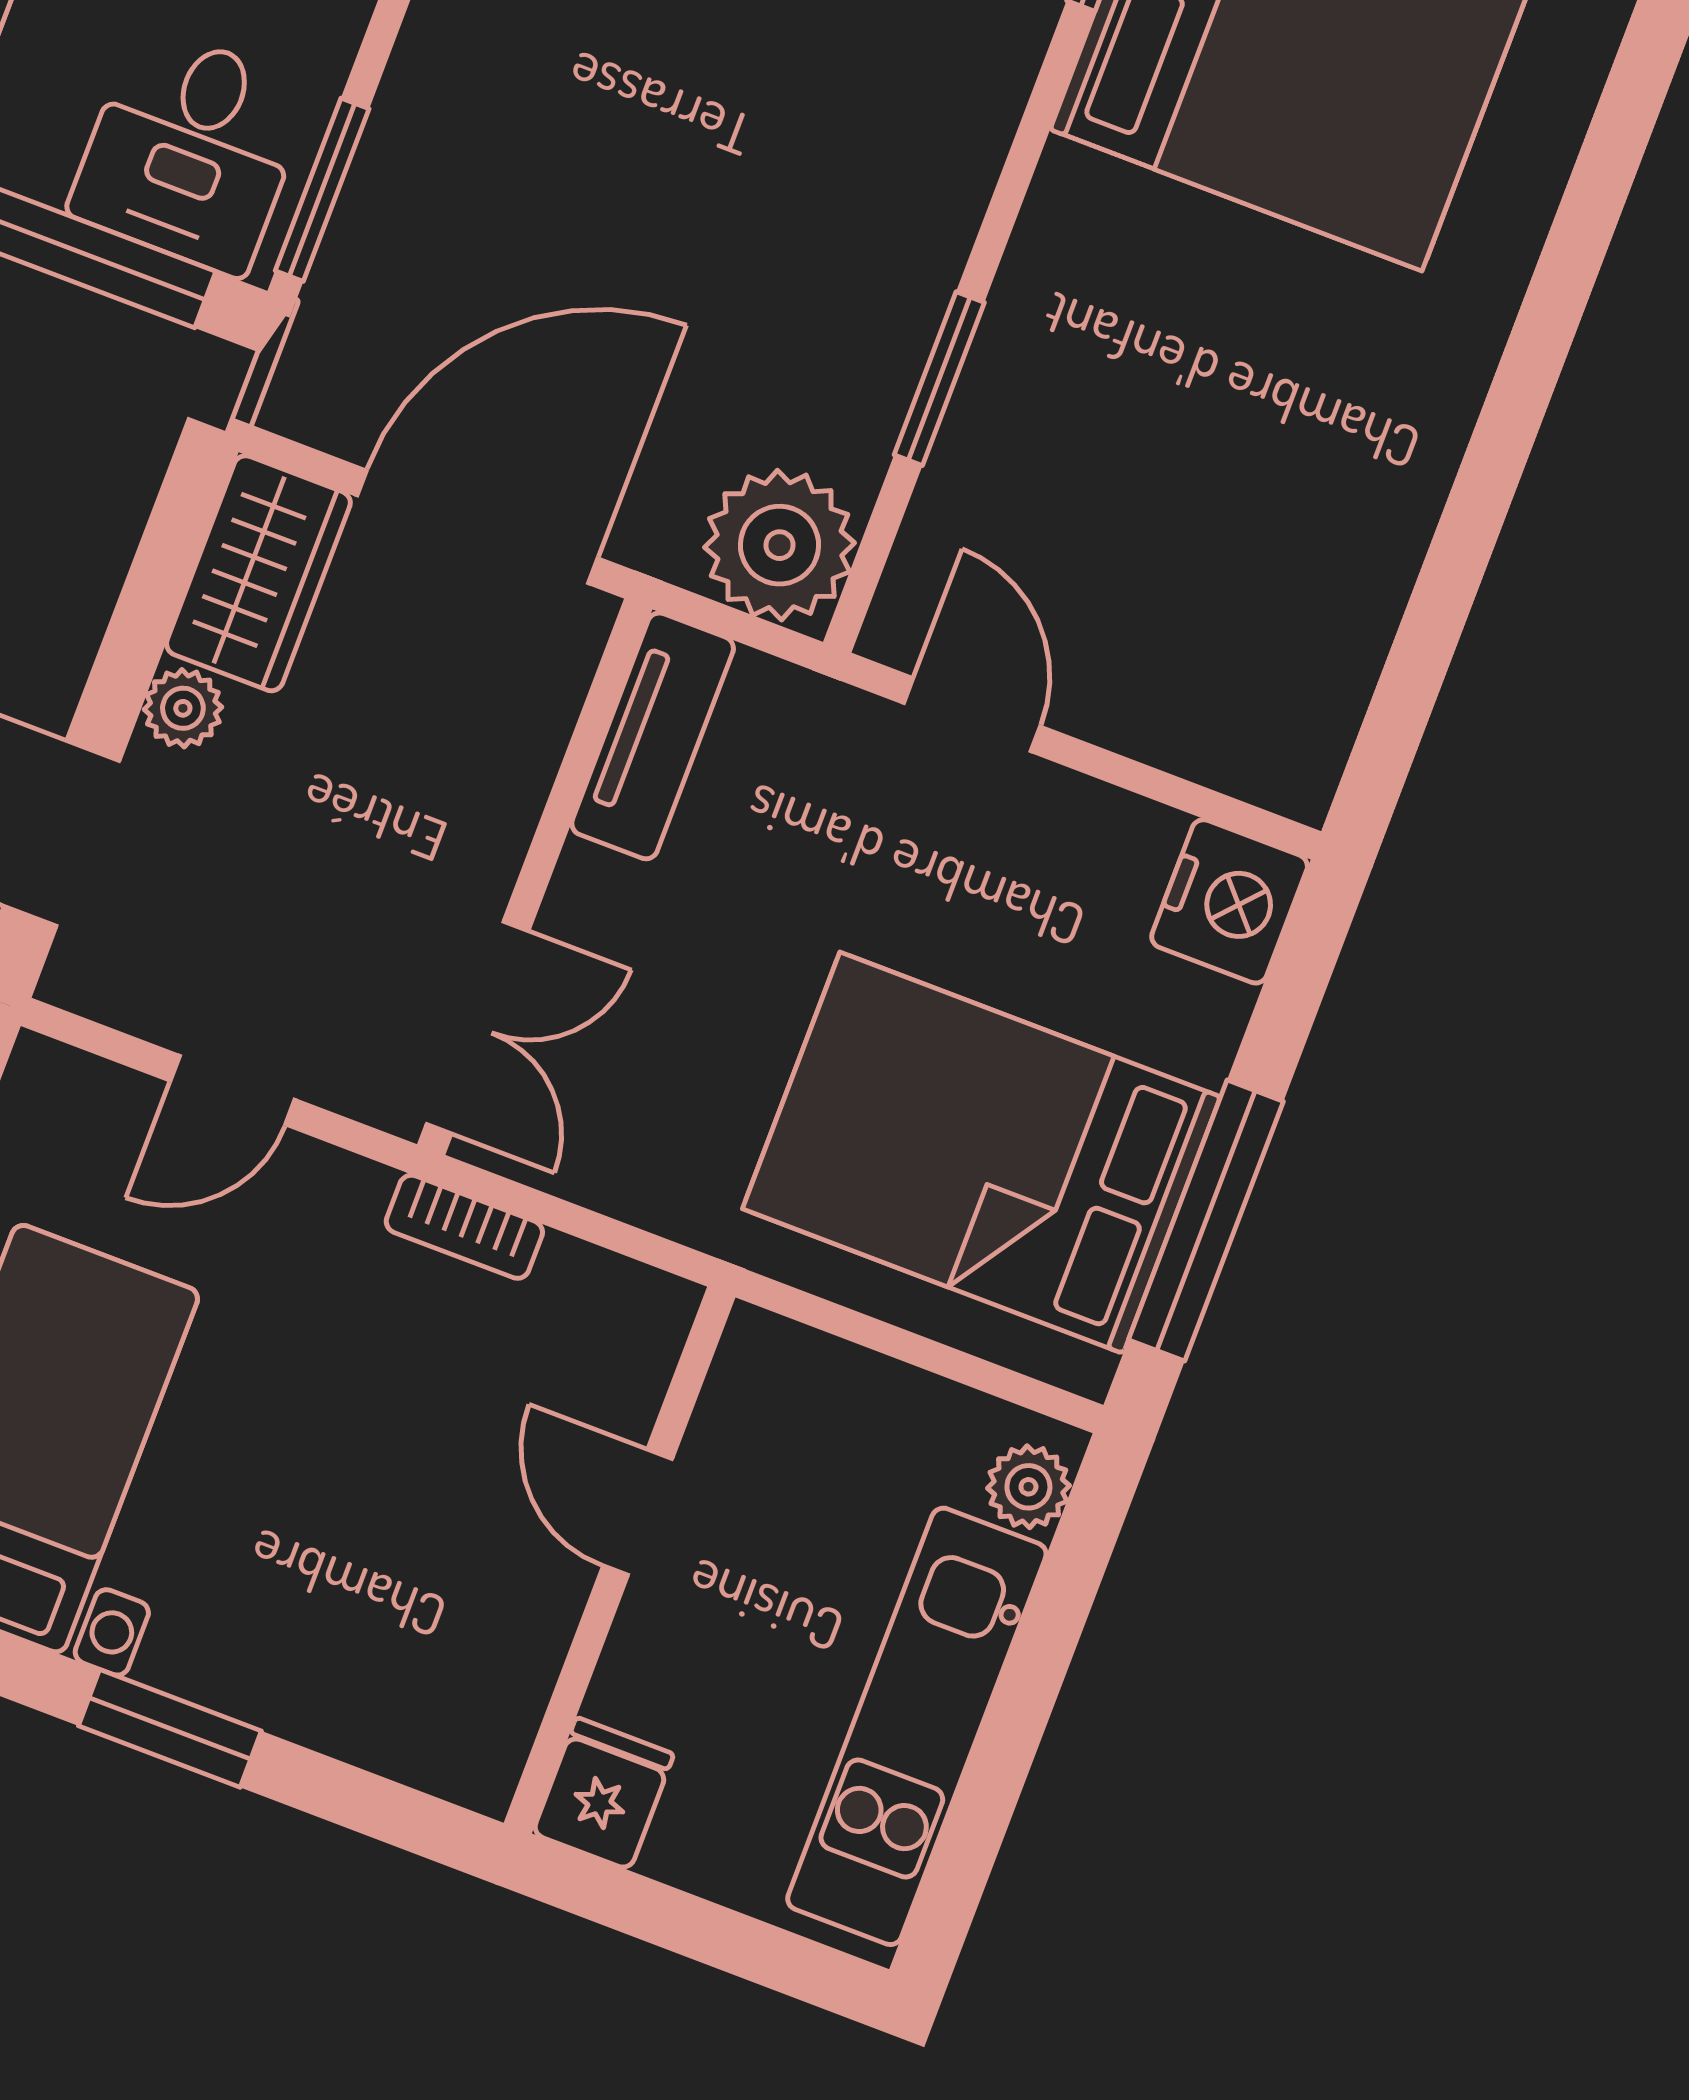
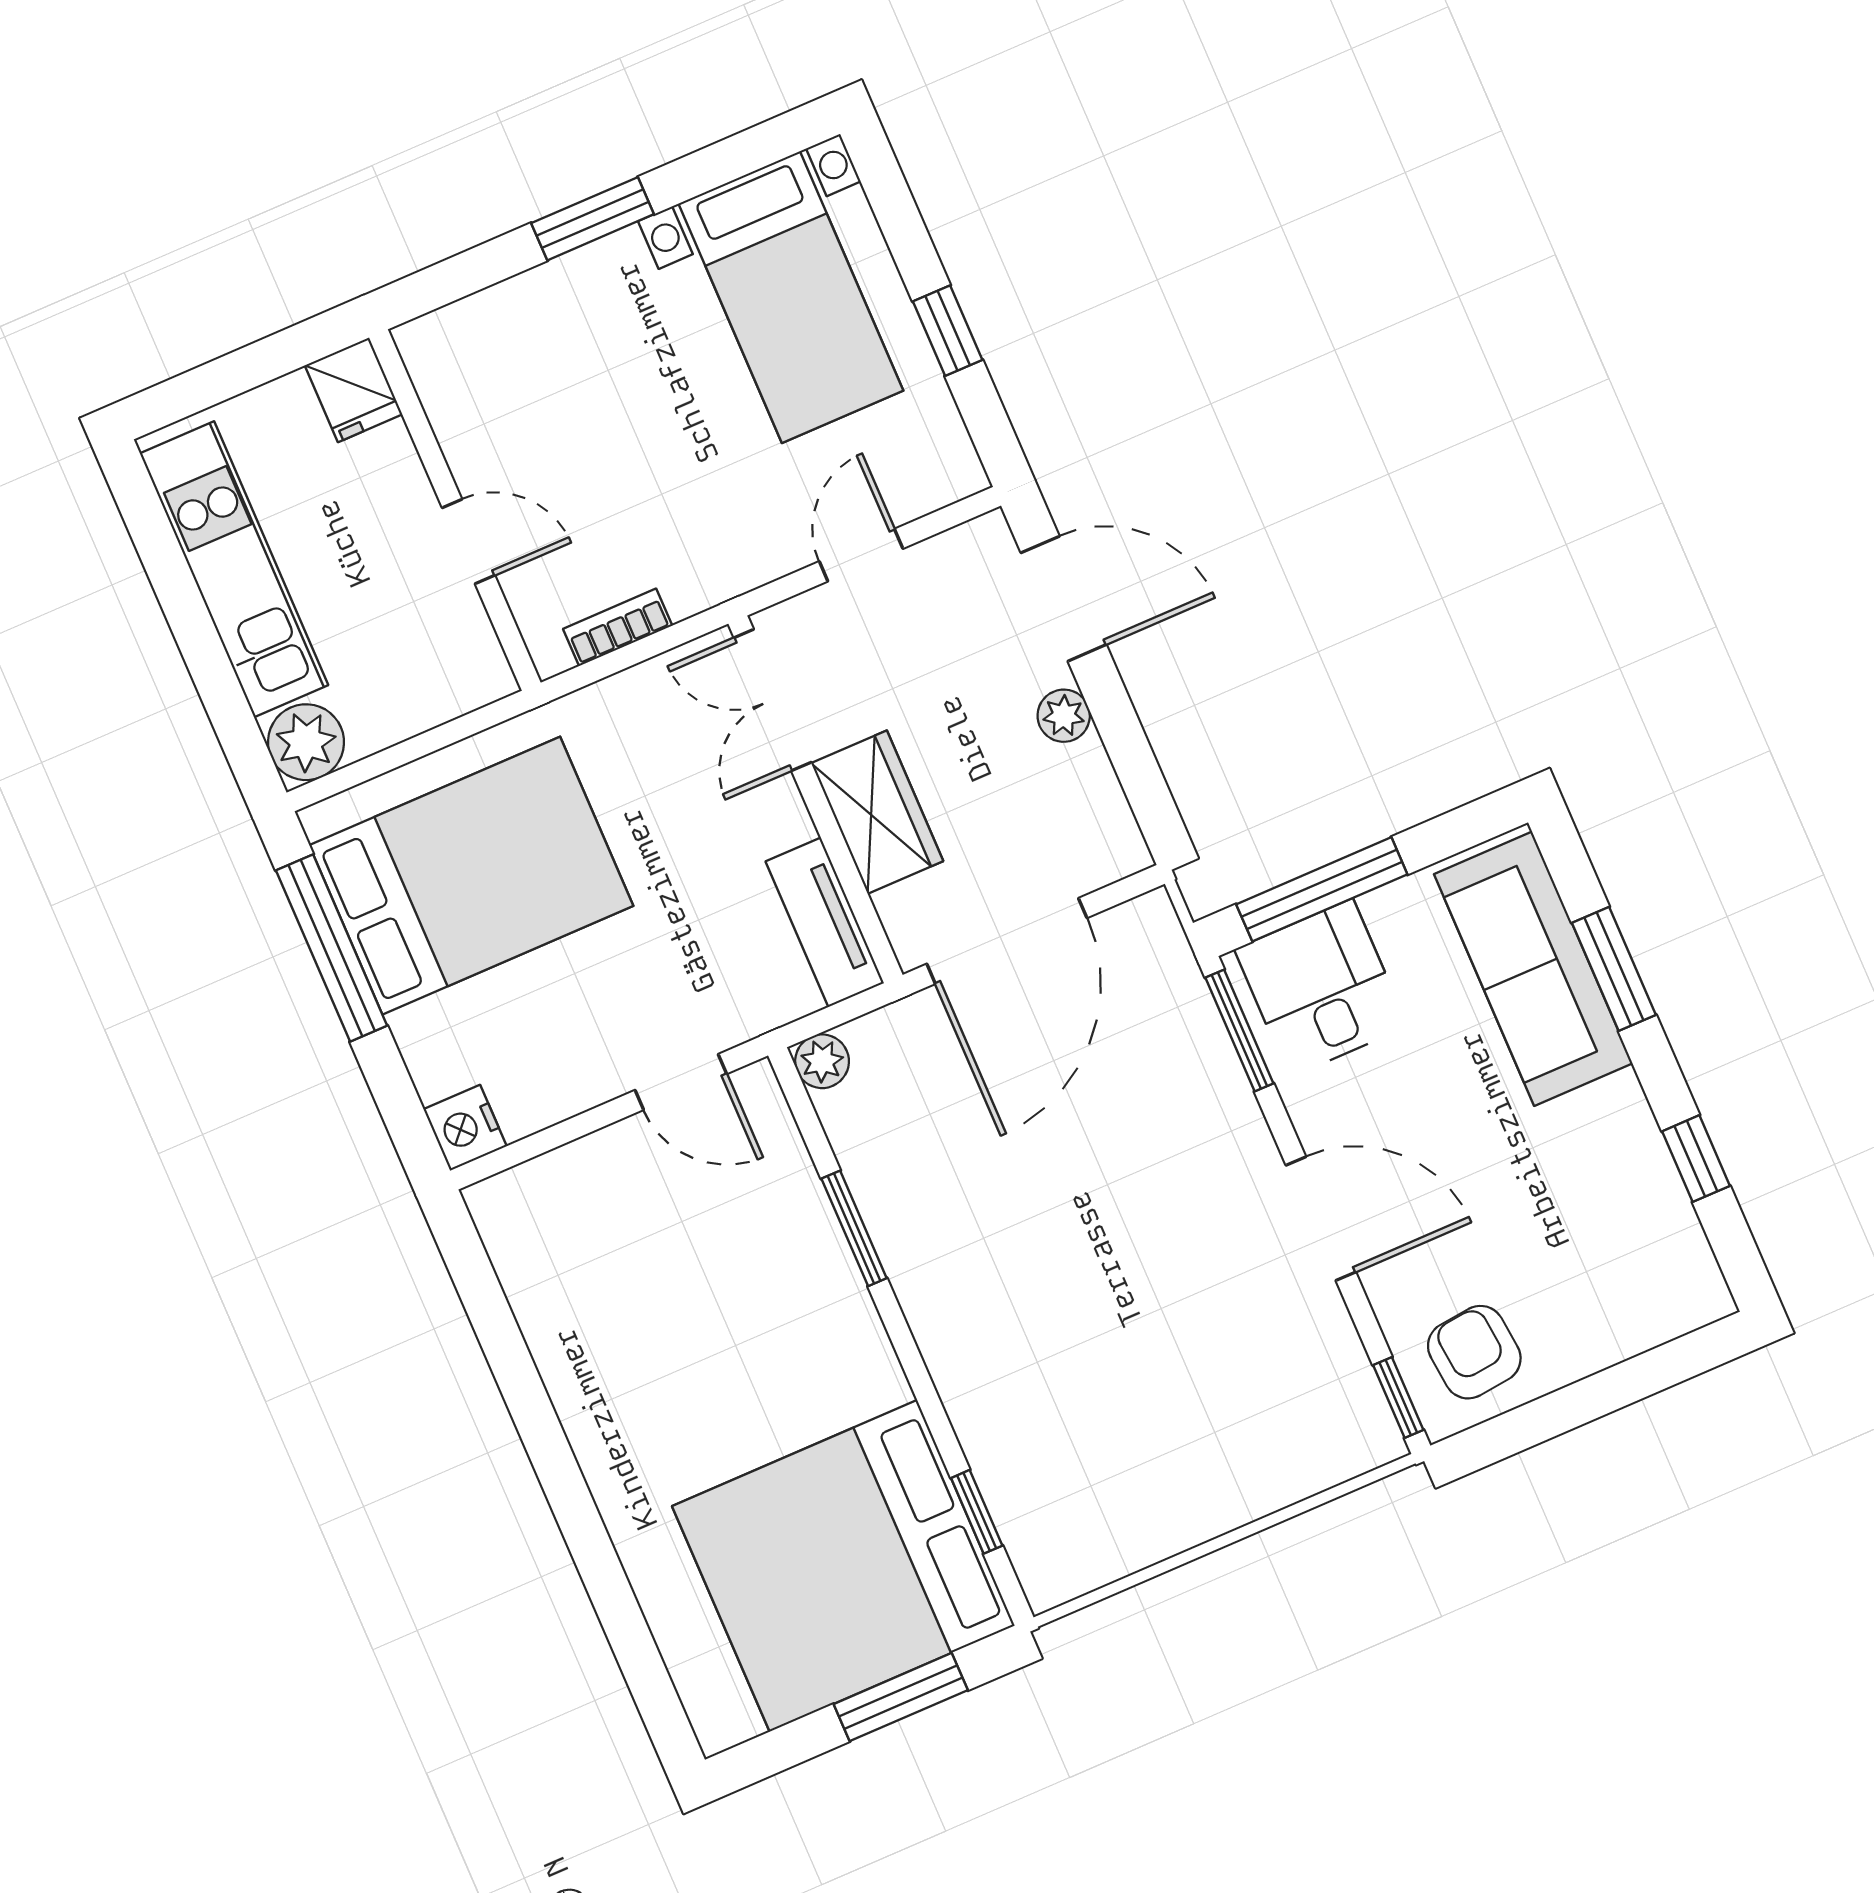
plant: (780, 545) -> (822, 1061), width x0.53, depth x0.53
wardrobe: (258, 573) -> (877, 812), moved, turned 180
nightstand: (1230, 901) -> (465, 1128), width x0.74, depth x0.75
bookcase: (464, 1227) -> (618, 627), moved
plant: (1028, 1487) -> (306, 742), width x1.38, depth x1.38

